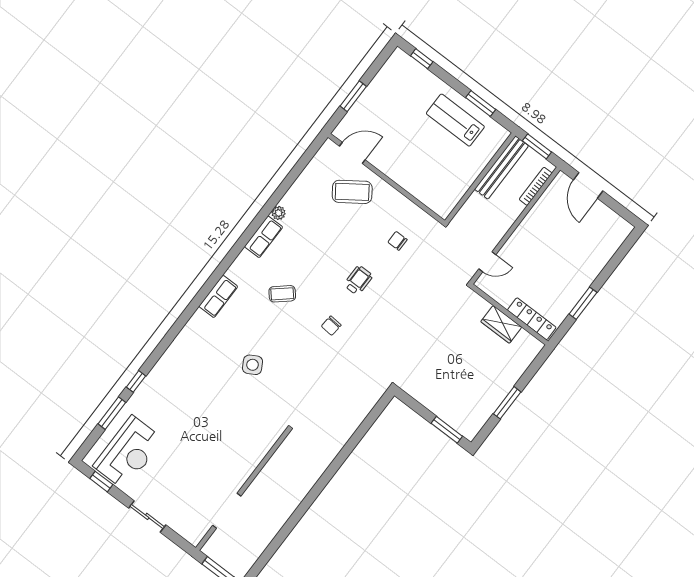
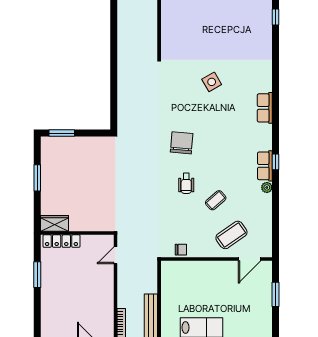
window: (249, 232) -> (276, 162), added
chair: (398, 241) -> (181, 250), moved
coffee table: (282, 294) -> (216, 200), moved
wardrobe: (501, 324) -> (55, 223), moved
chair: (331, 326) -> (182, 143), width x1.87, depth x1.87

